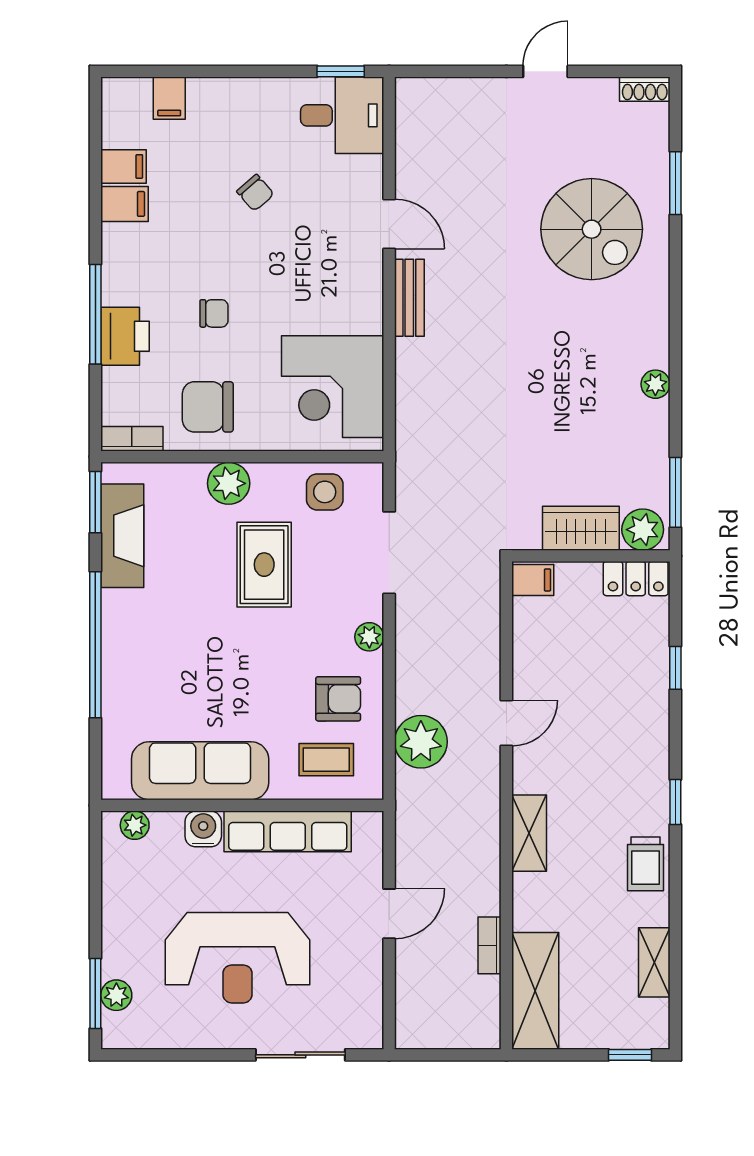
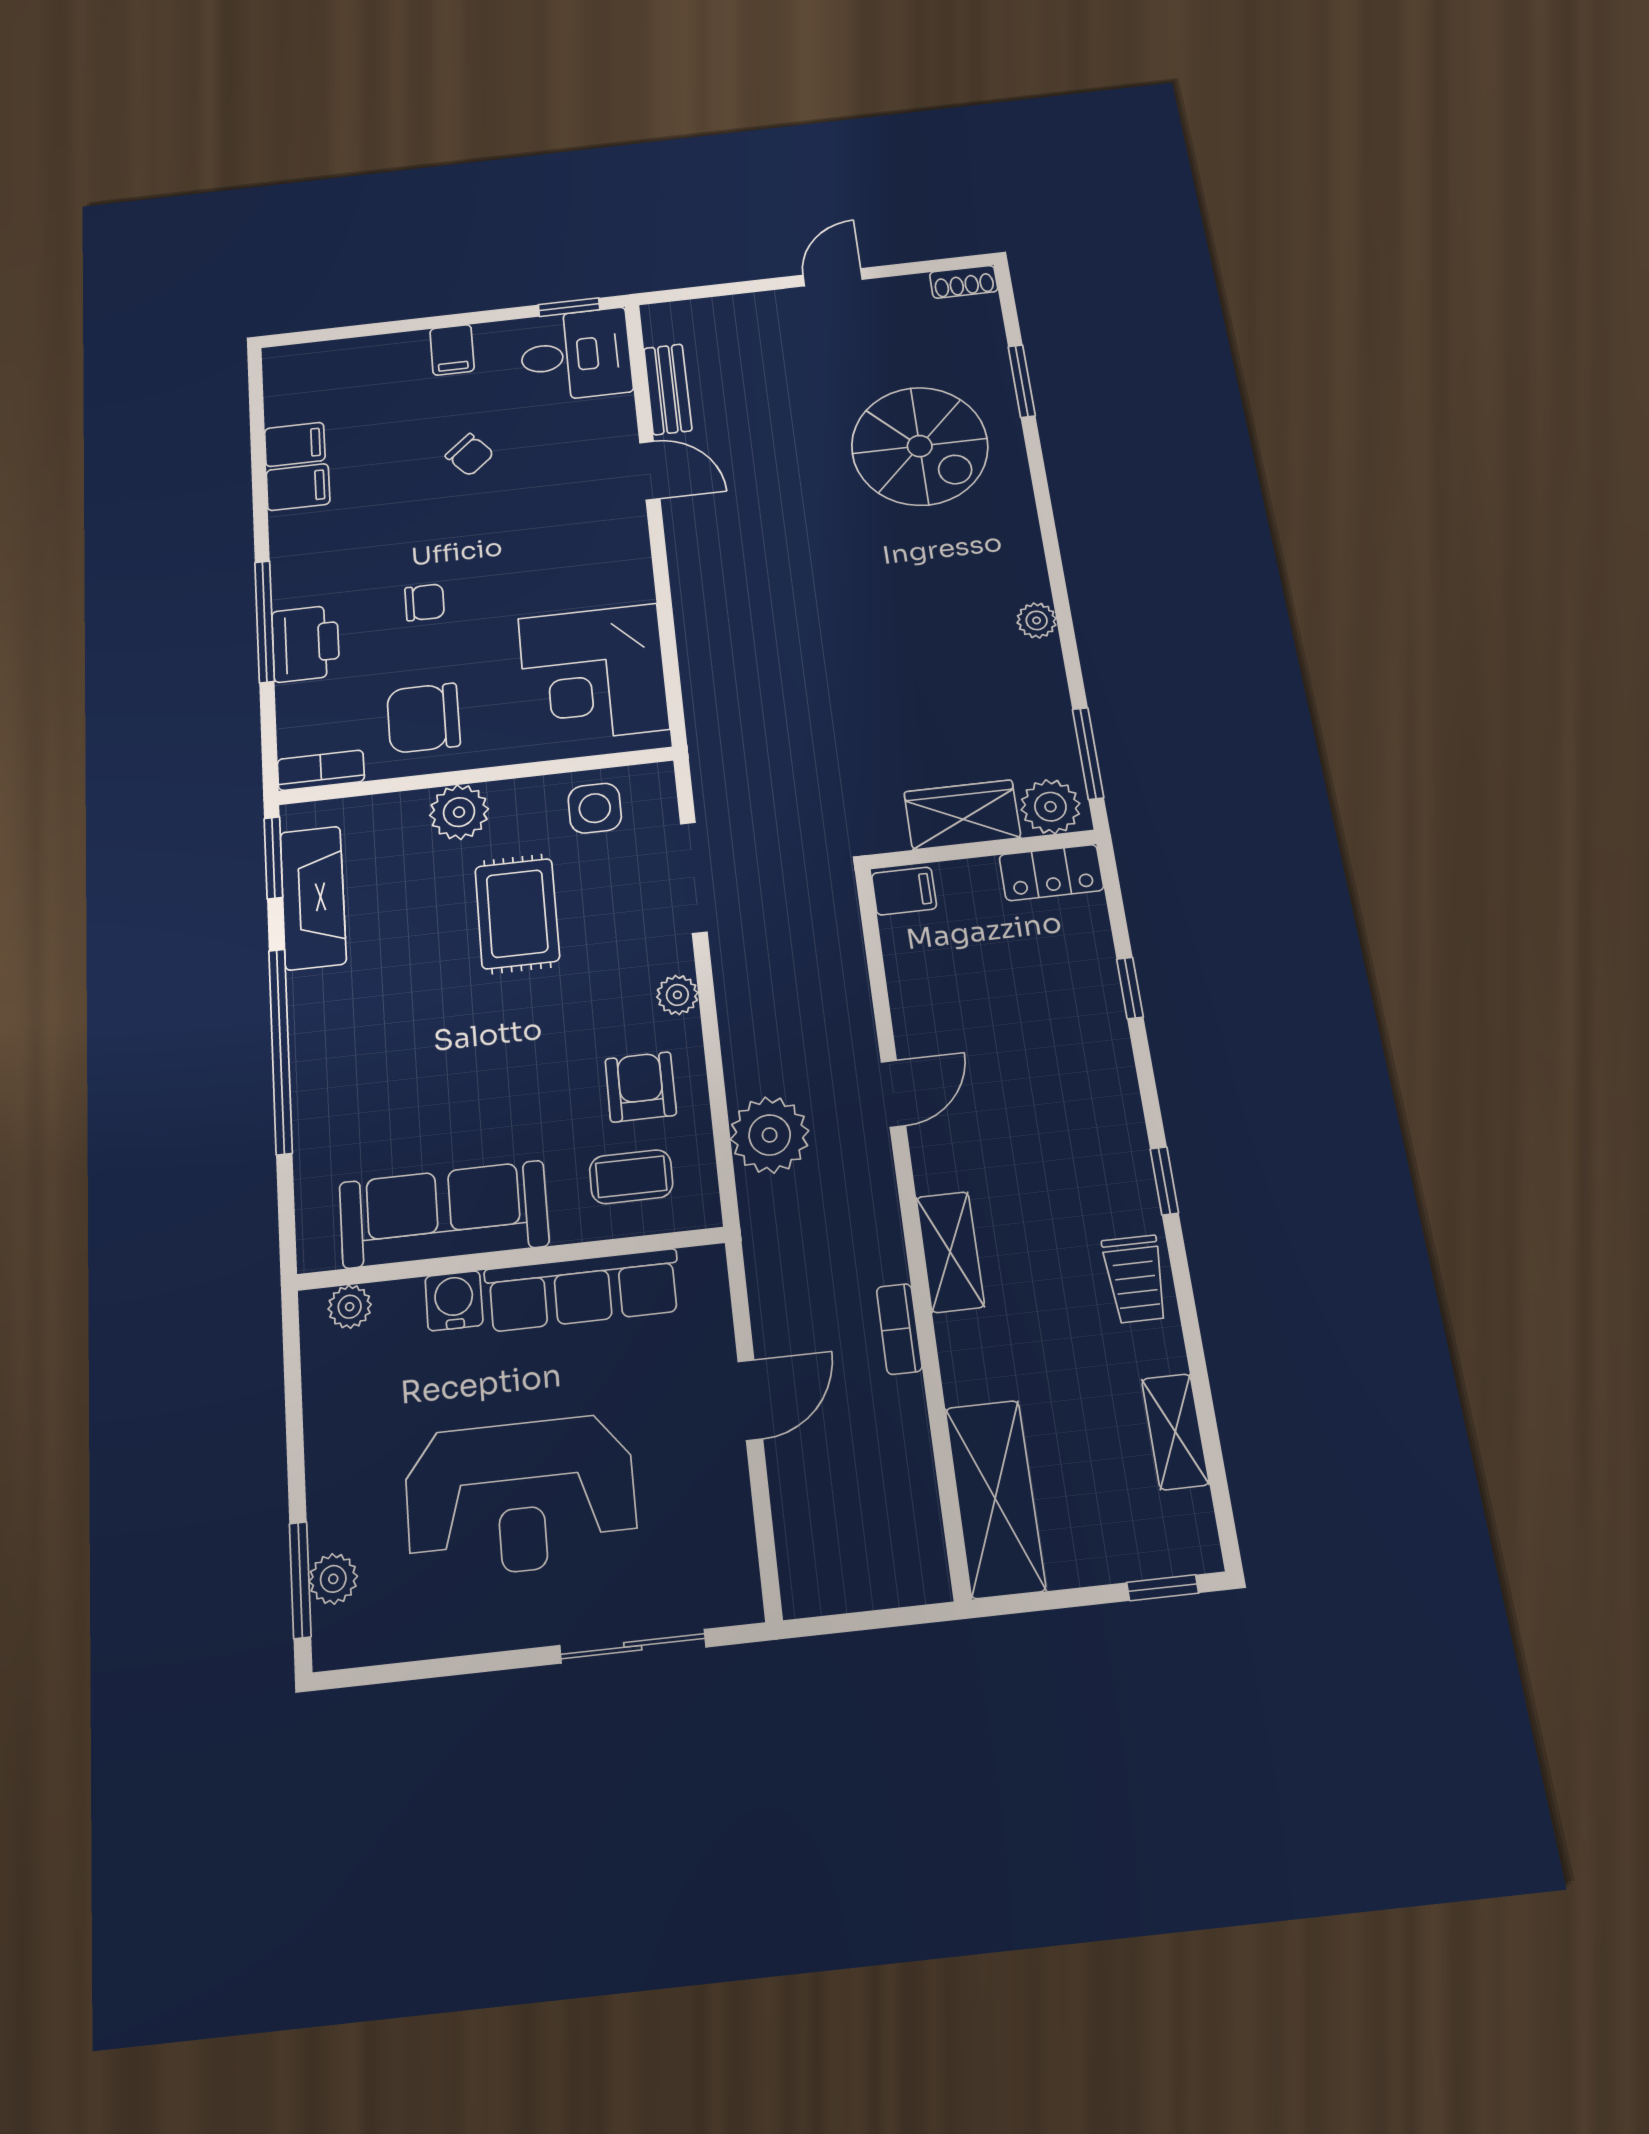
filing cabinet: (169, 98) -> (452, 350), moved
bench: (409, 298) -> (668, 389), moved
armchair: (338, 699) -> (641, 1087), turned -90
bookcase: (490, 945) -> (899, 1329), moved

